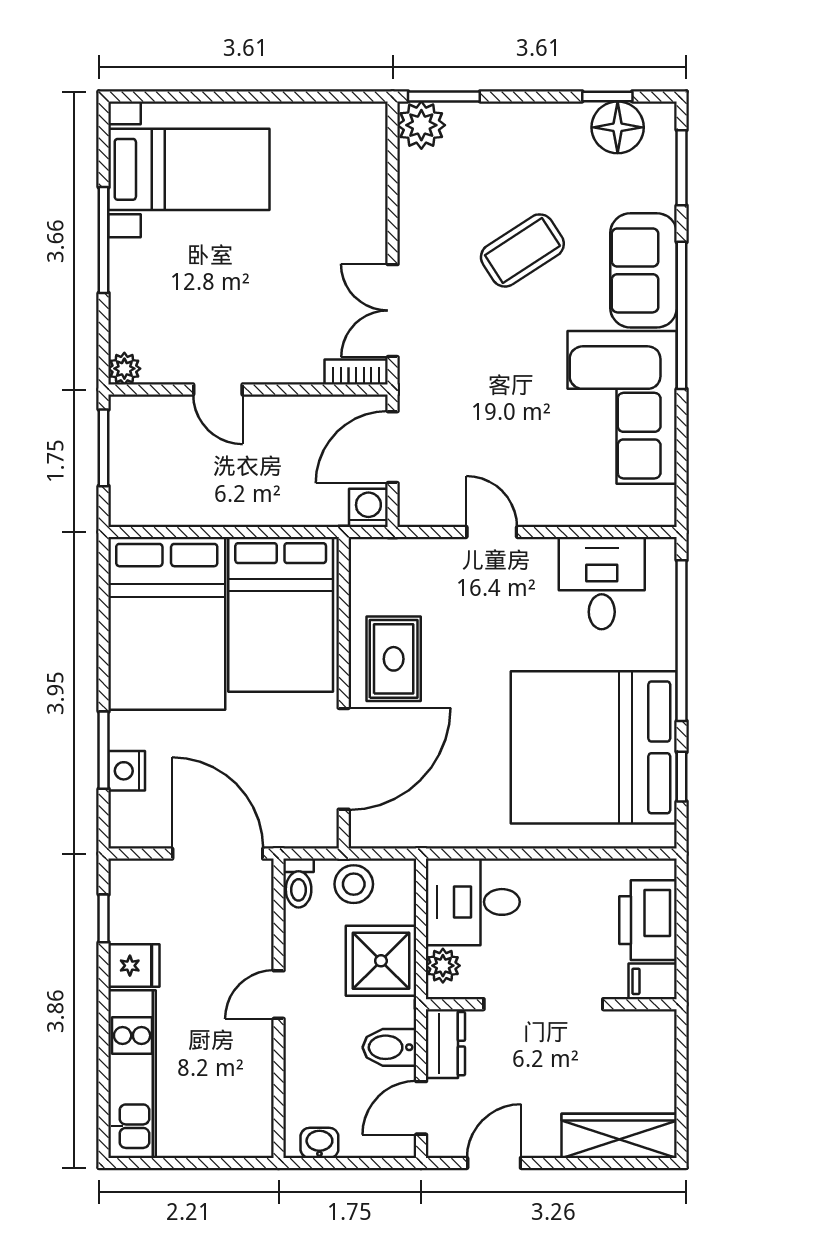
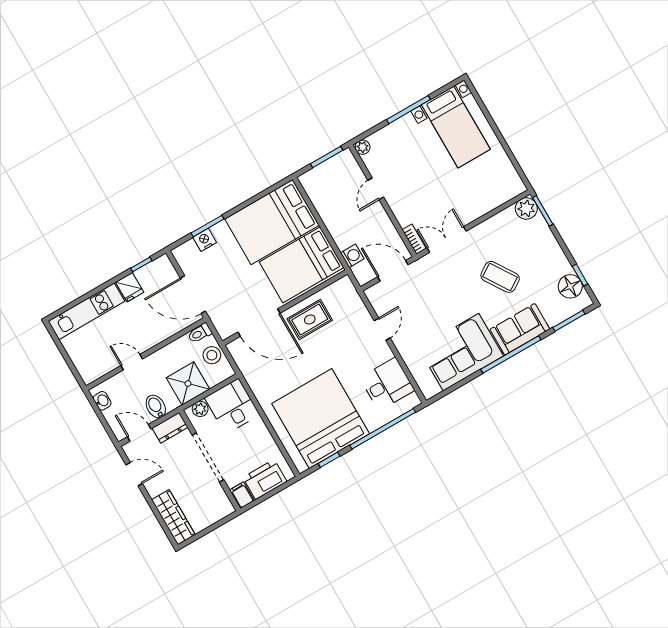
washing machine: (368, 508) -> (352, 256), moved
door: (218, 854) -> (193, 295), swing flipped
door: (279, 995) -> (132, 362), moved

